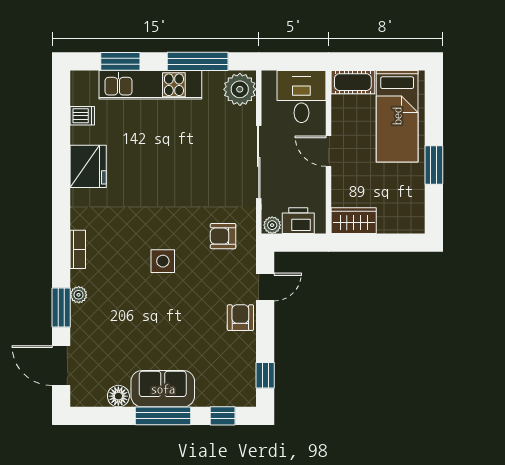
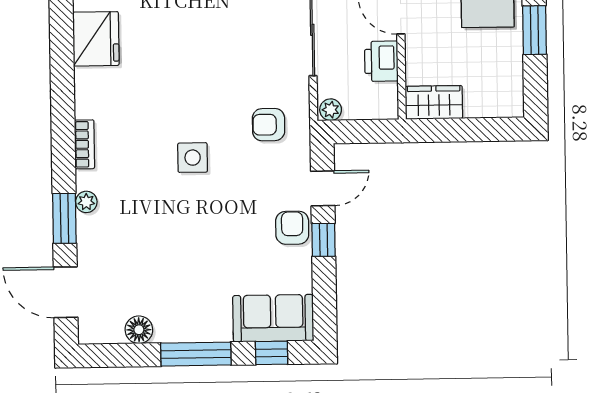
printer: (298, 221) -> (381, 61), moved, turned -90
window: (265, 375) -> (324, 240), moved
sofa: (163, 389) -> (273, 318), moved

